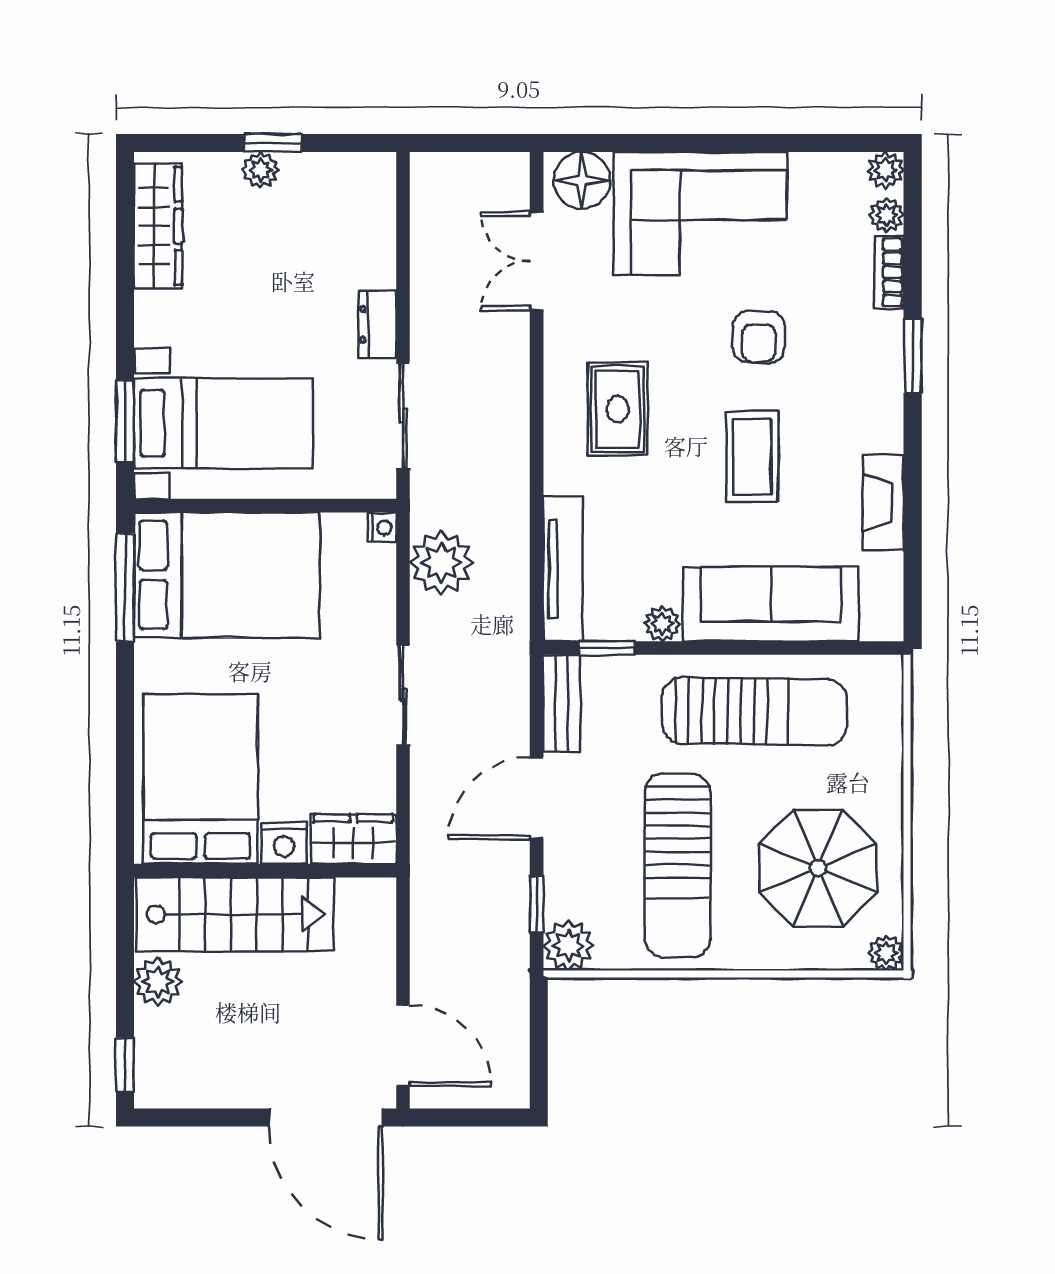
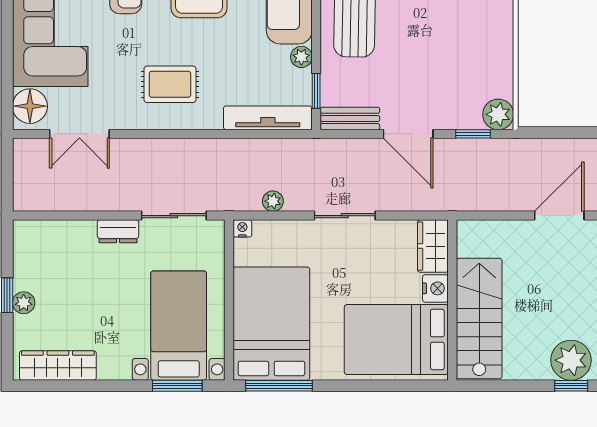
plant: (441, 563) -> (273, 201), width x0.53, depth x0.53
sun lounger: (678, 865) -> (449, 48), removed
plant: (158, 982) -> (571, 360), moved, width x1.36, depth x1.36

